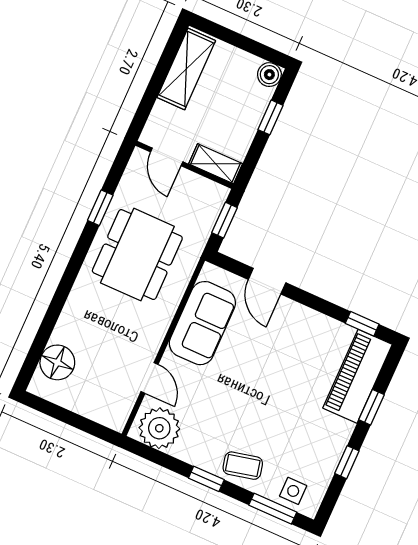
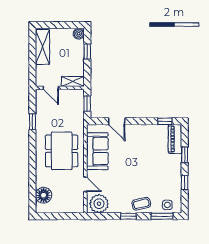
dining table: (137, 255) -> (62, 151), moved
piano: (358, 376) -> (175, 139), width x0.73, depth x0.75

